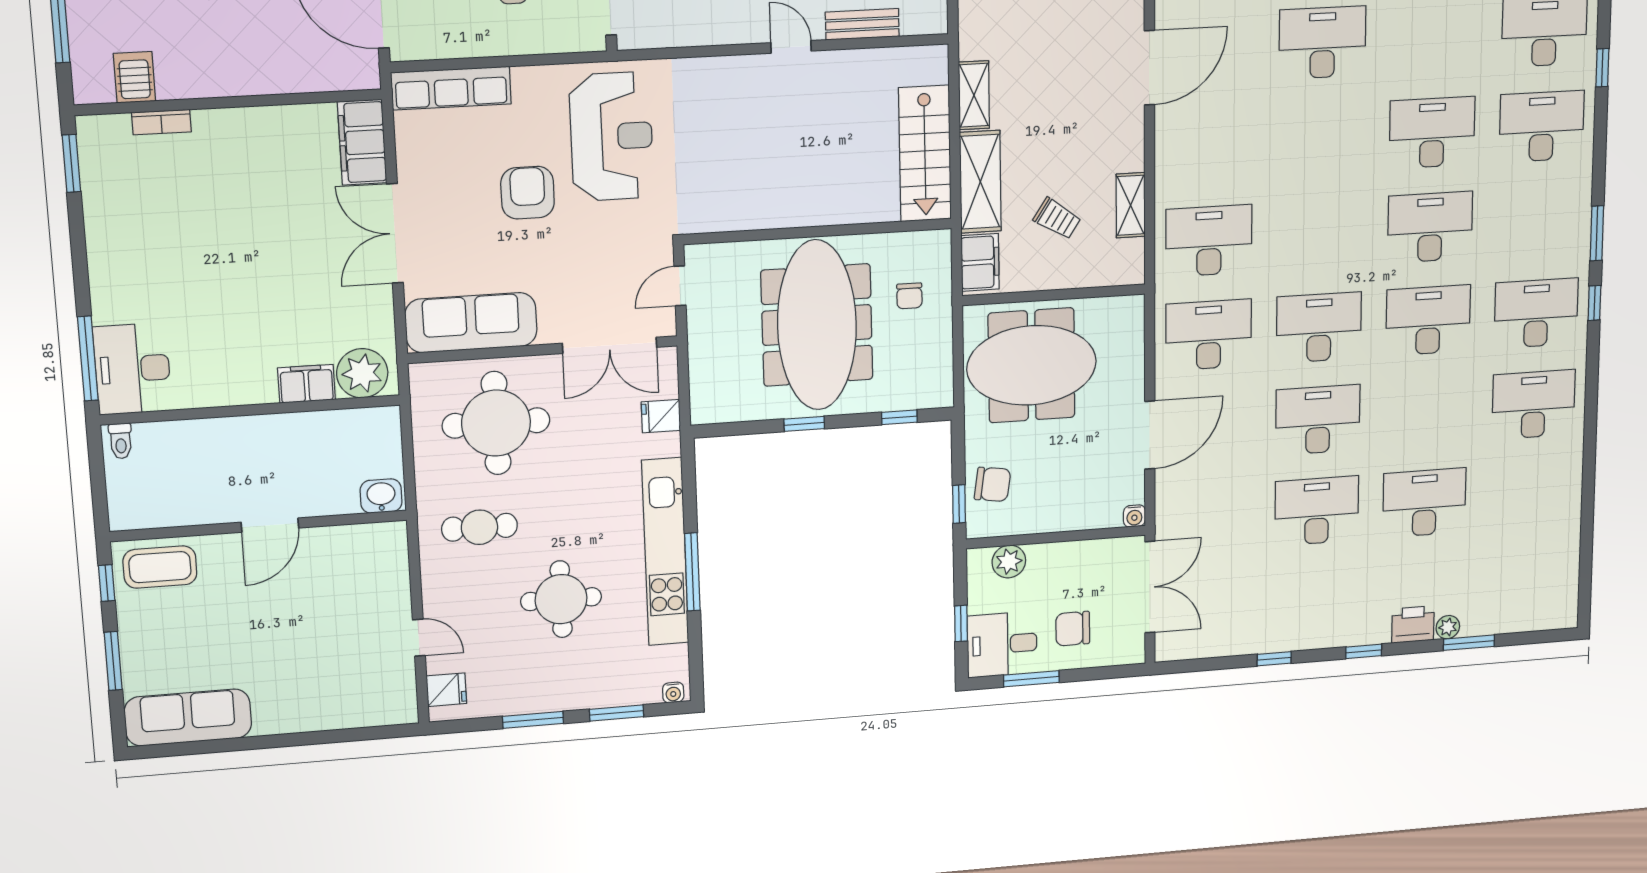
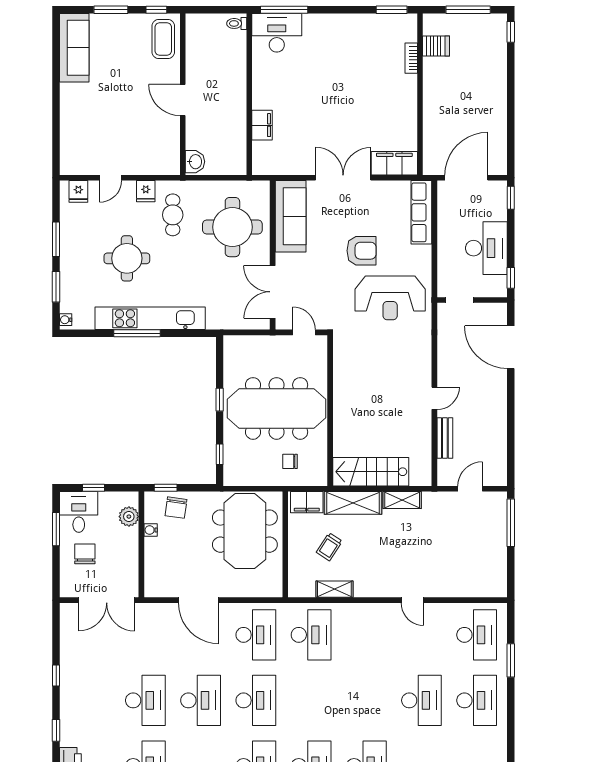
door: (1149, 68) -> (412, 600), width x0.53
plant: (362, 373) -> (266, 156), removed
fridge: (661, 416) -> (146, 191), moved, turned 180
water cooler: (1134, 516) -> (151, 530), moved

